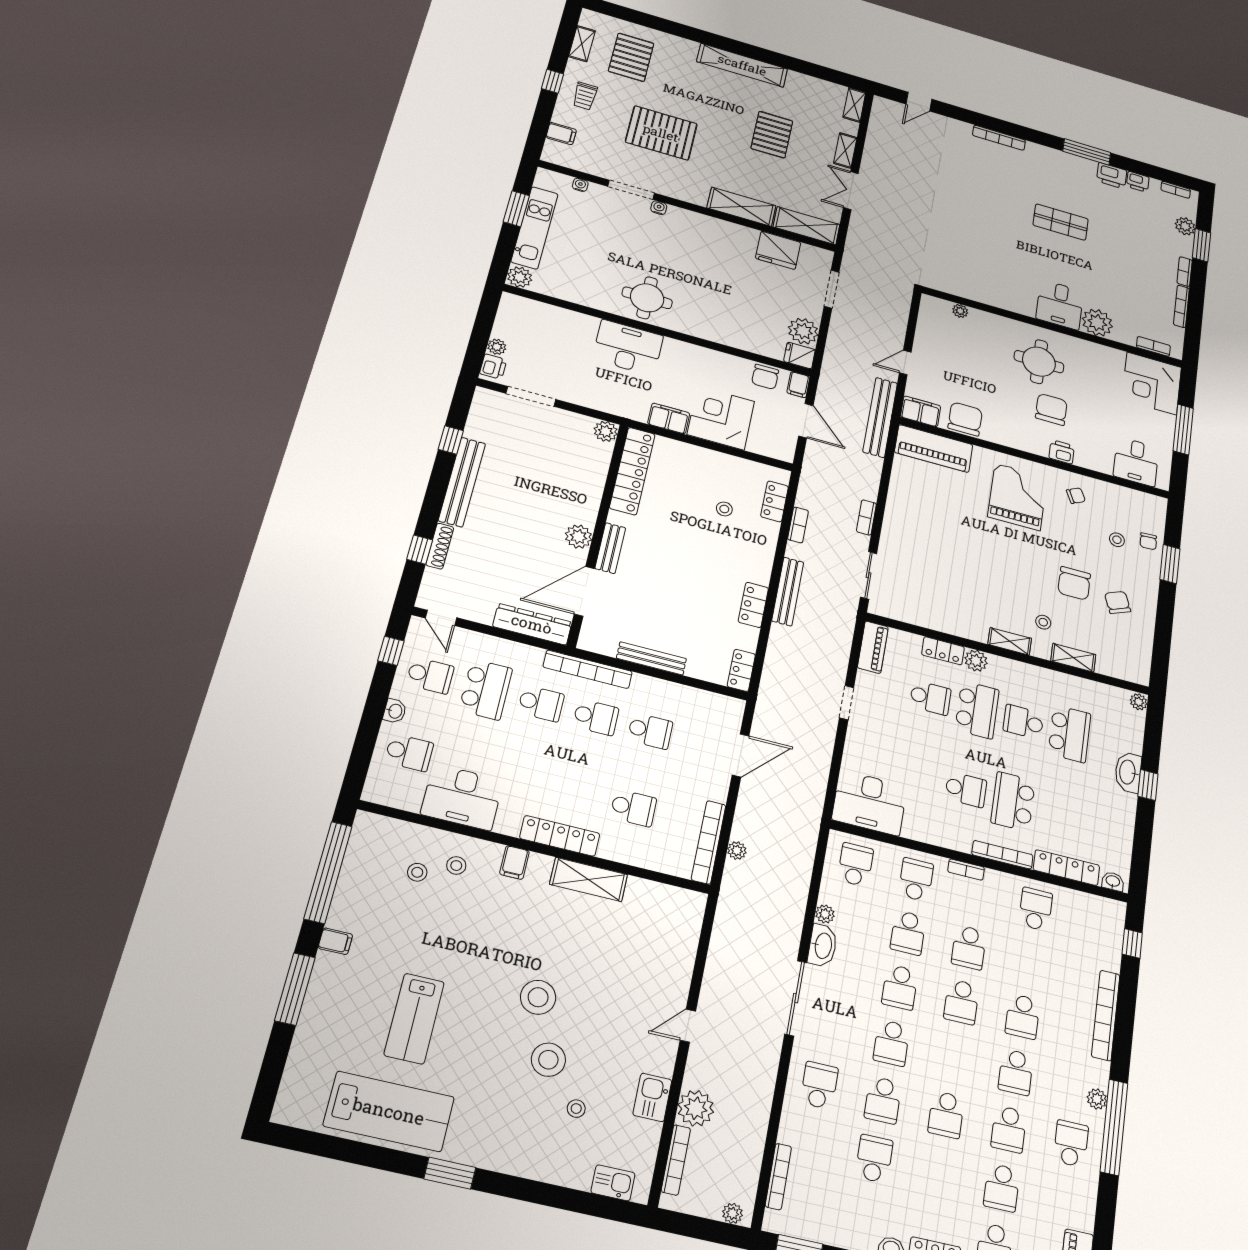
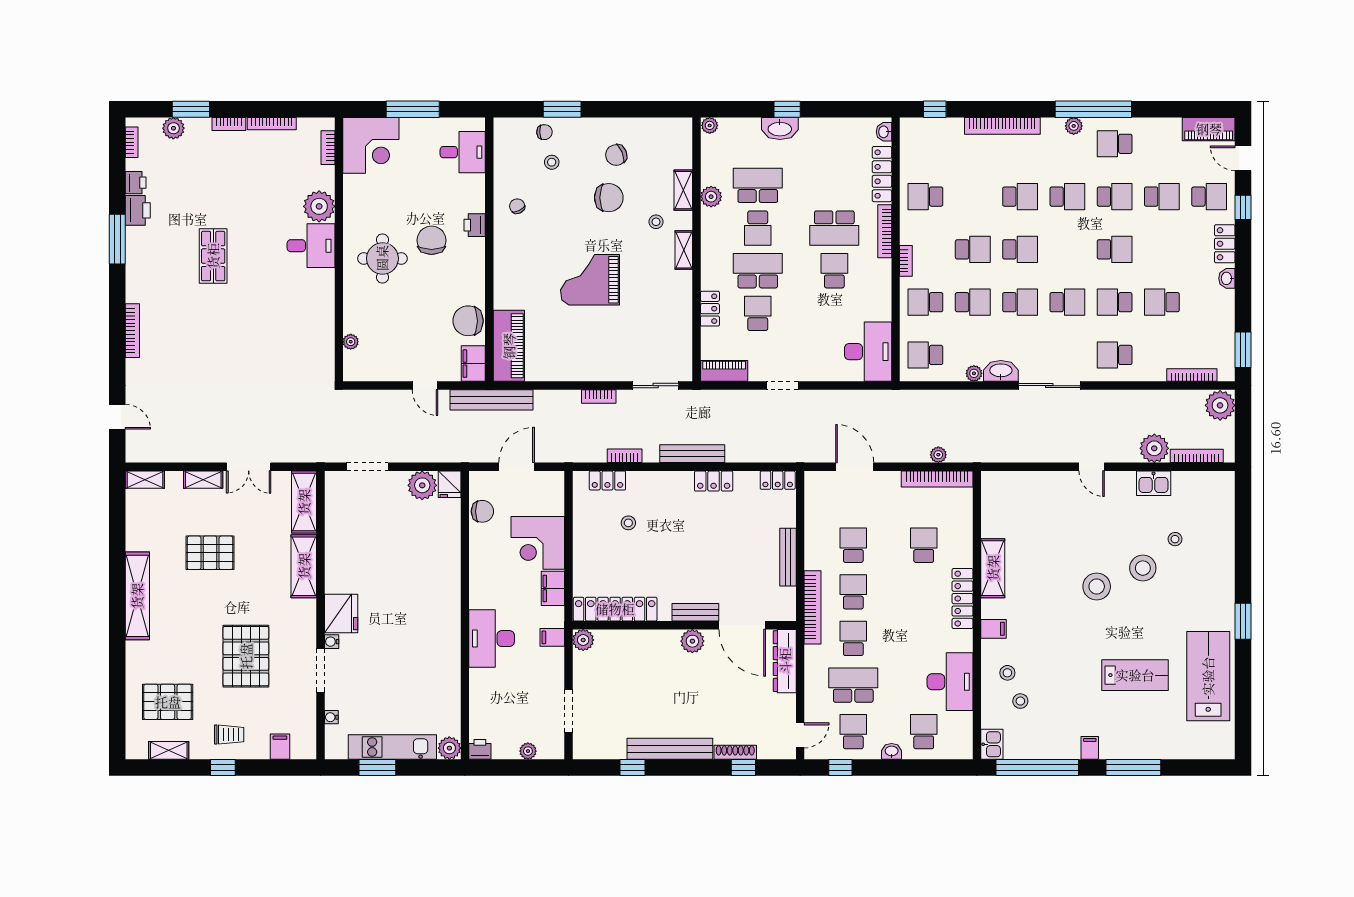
fridge: (778, 250) -> (341, 614), moved
round table: (647, 298) -> (434, 632), removed
printer: (493, 367) -> (480, 749), moved
filing cabinet: (798, 385) -> (552, 637), moved, turned 180
chair: (1051, 409) -> (432, 240), turned 90
grand piano: (1018, 497) -> (590, 280), moved
plant: (976, 661) -> (711, 197), moved
school desk: (883, 1100) -> (1115, 302), turned 180
kitchen sink: (613, 1183) -> (992, 744), moved, turned 180
plant: (732, 1213) -> (1220, 405), width x1.87, depth x1.87

